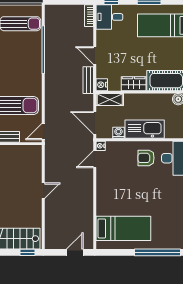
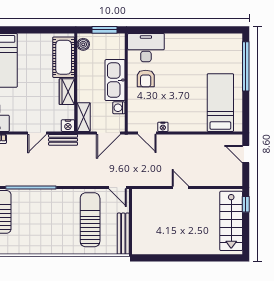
nightstand: (101, 146) -> (163, 127), moved

